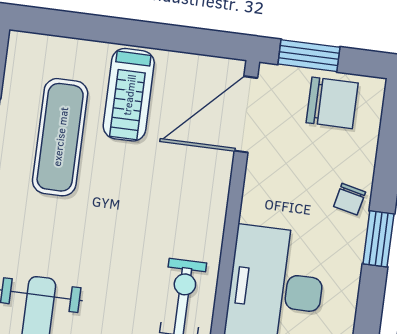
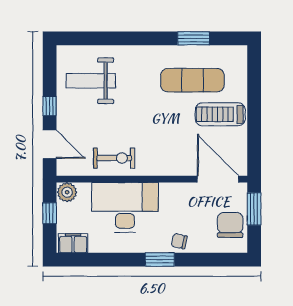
chair: (332, 103) -> (230, 225), turned 180

